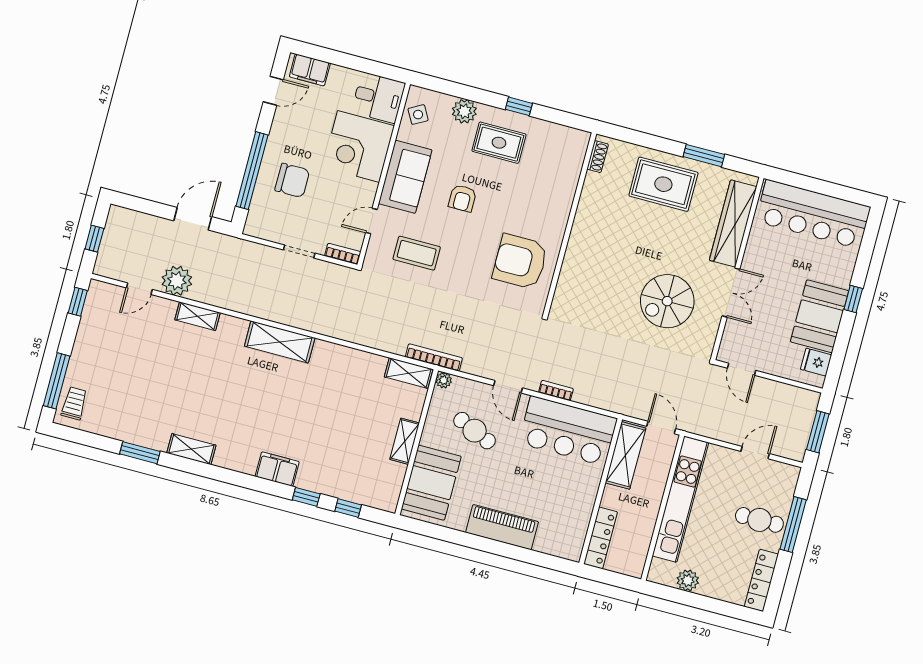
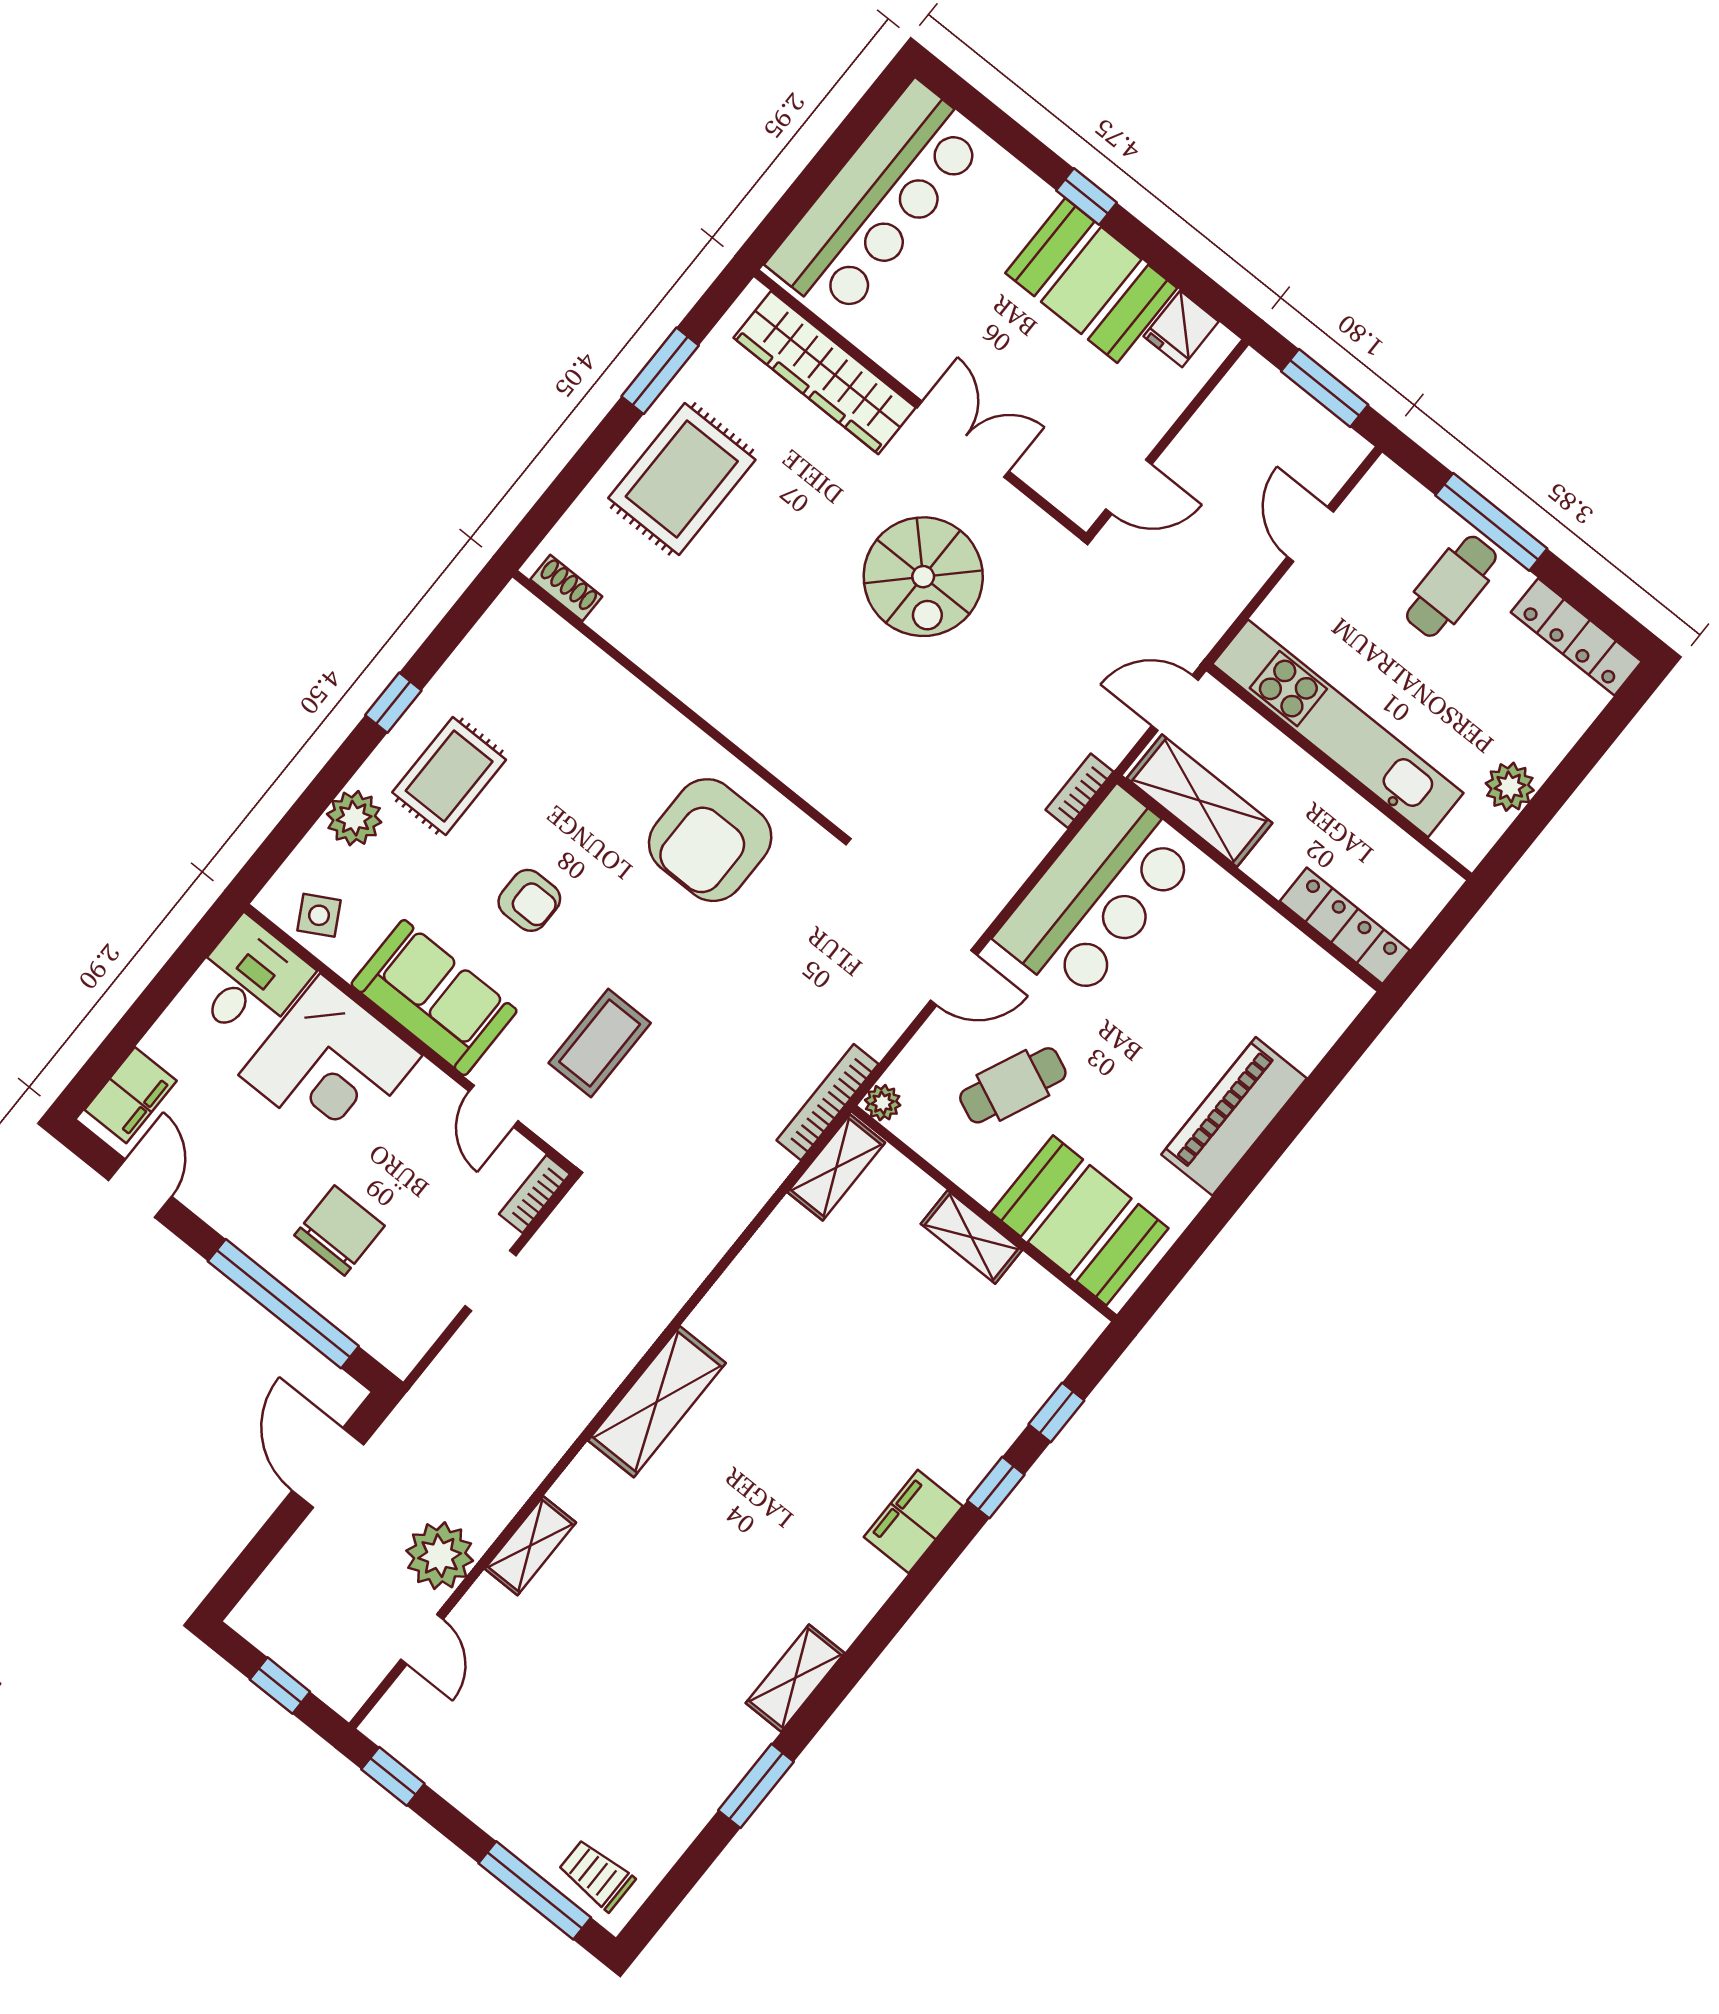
bookcase: (556, 391) -> (1079, 791), moved

